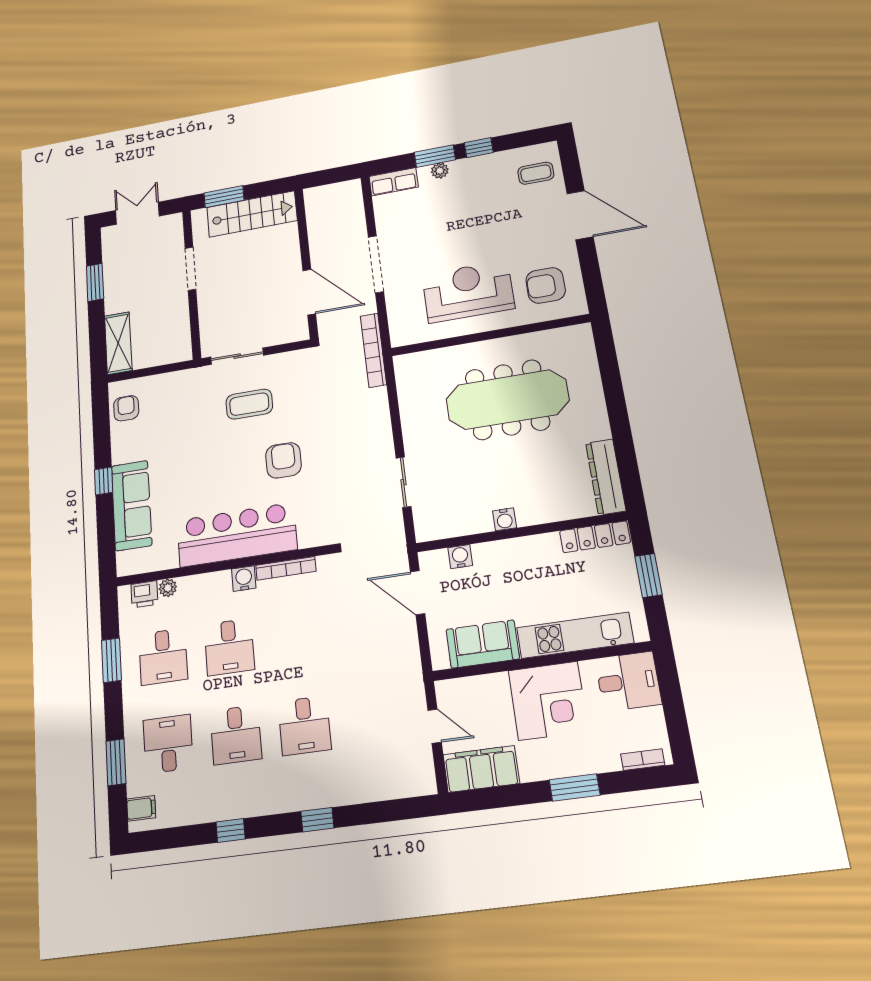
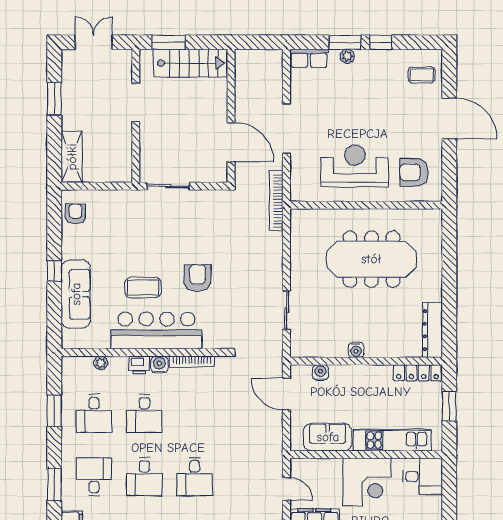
coffee table: (249, 404) -> (143, 288), moved
printer: (144, 594) -> (139, 365), moved

